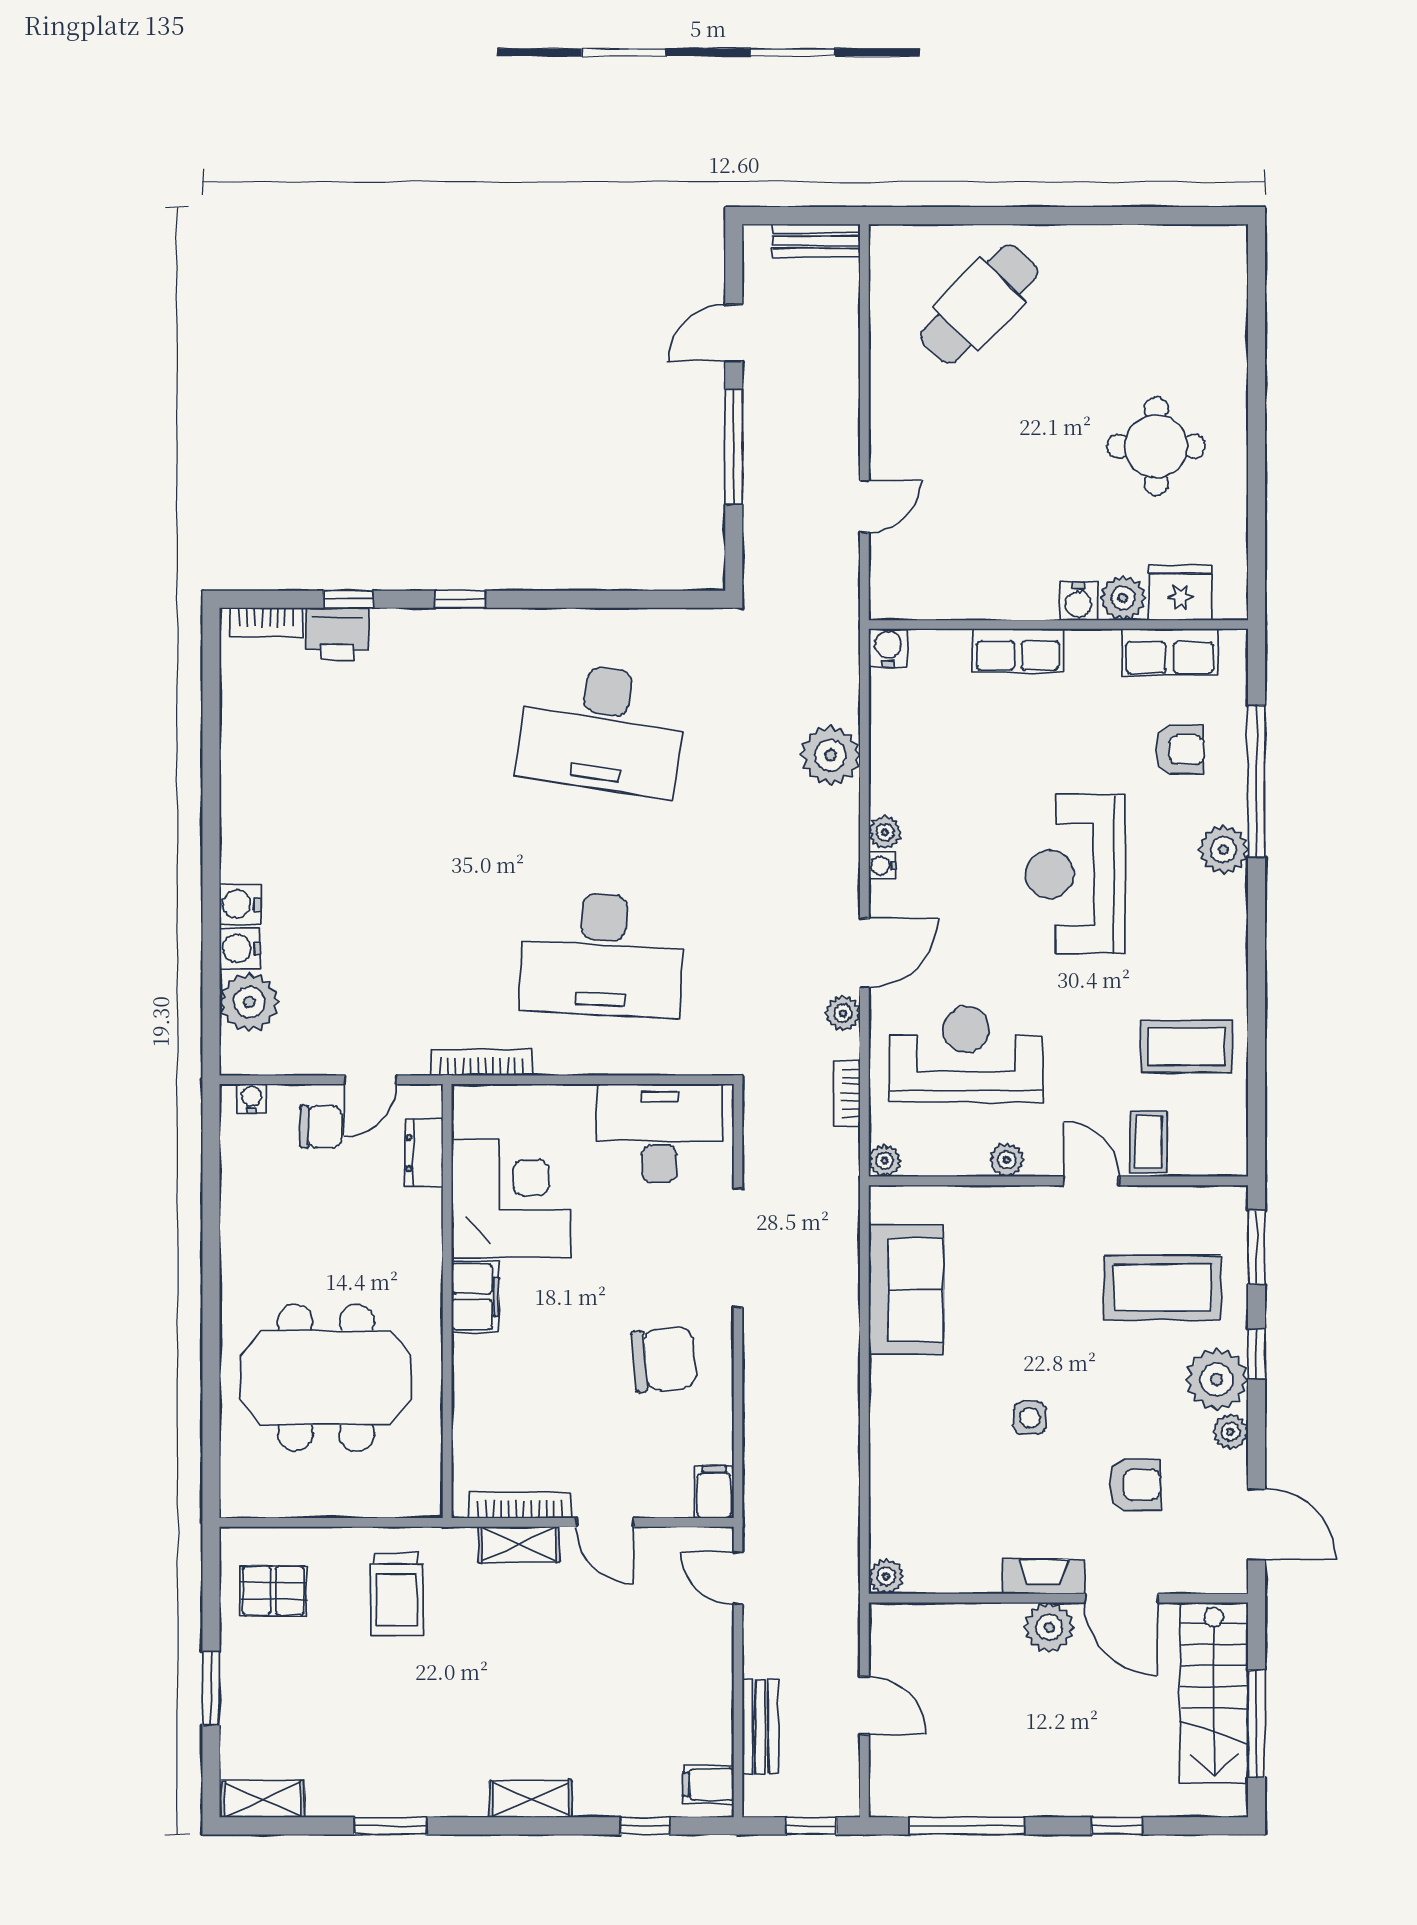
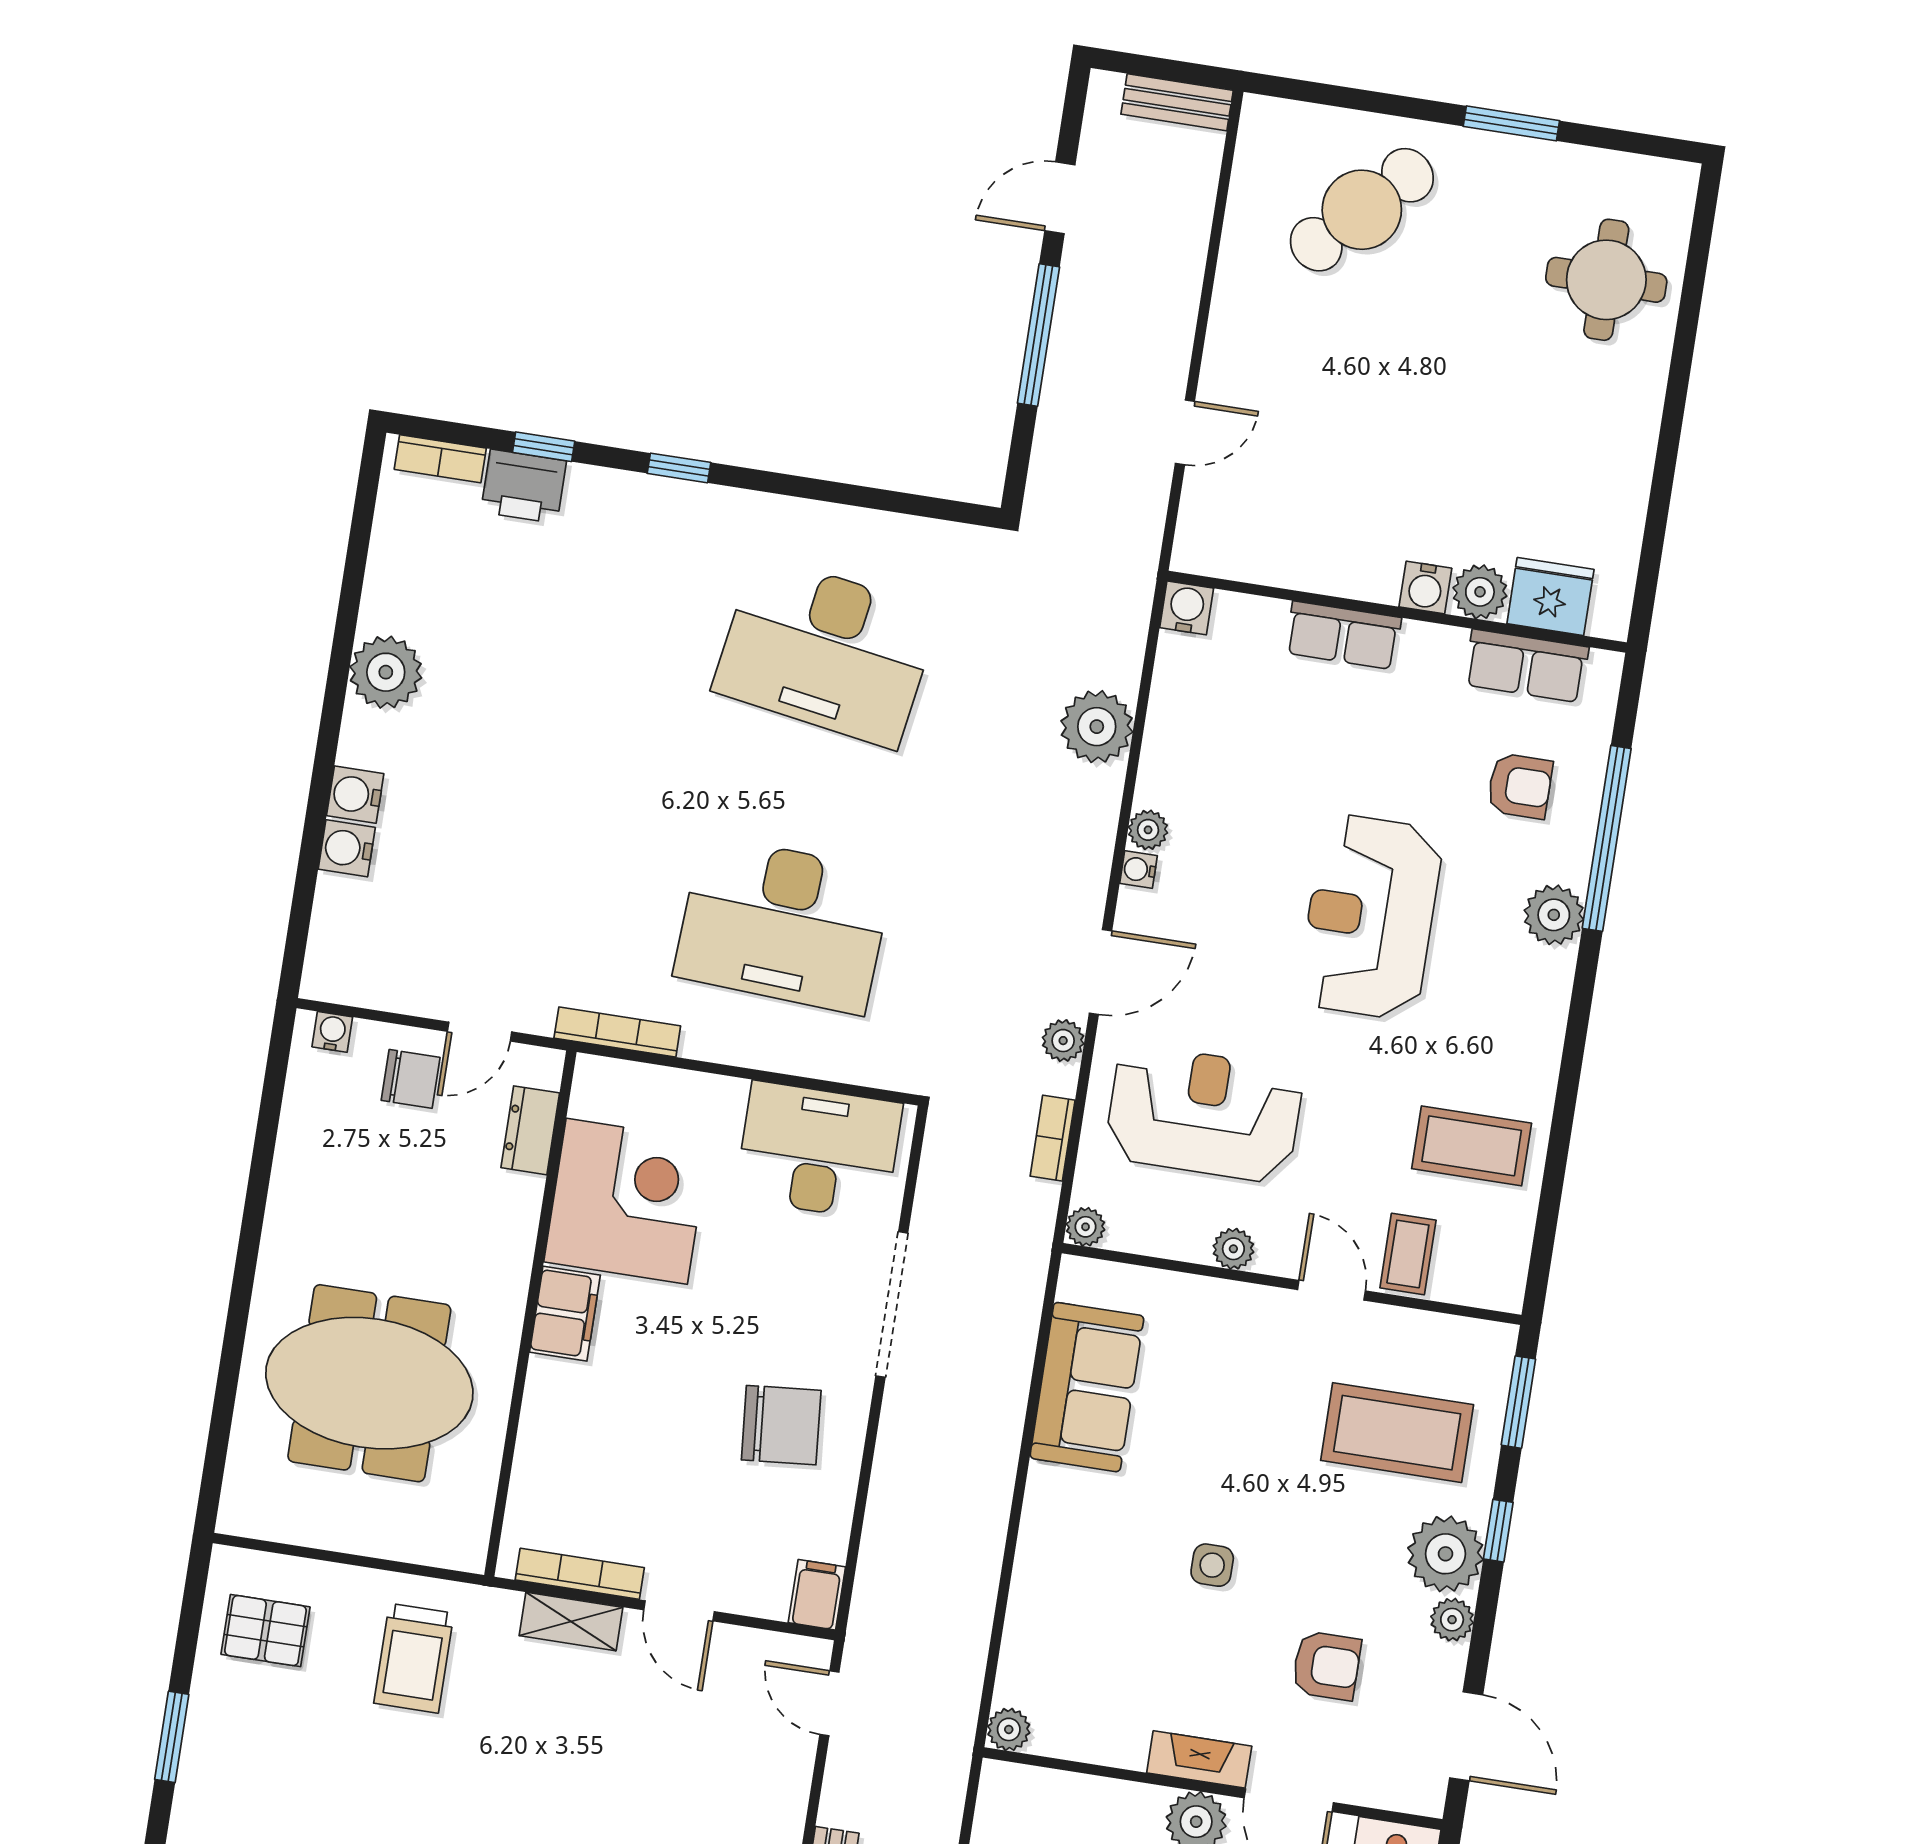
window: (1089, 216) -> (1511, 123), added
round table: (1156, 446) -> (1606, 280), moved
plant: (249, 1002) -> (386, 672), moved

